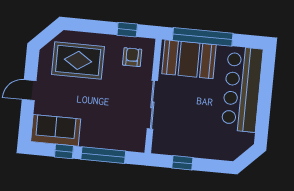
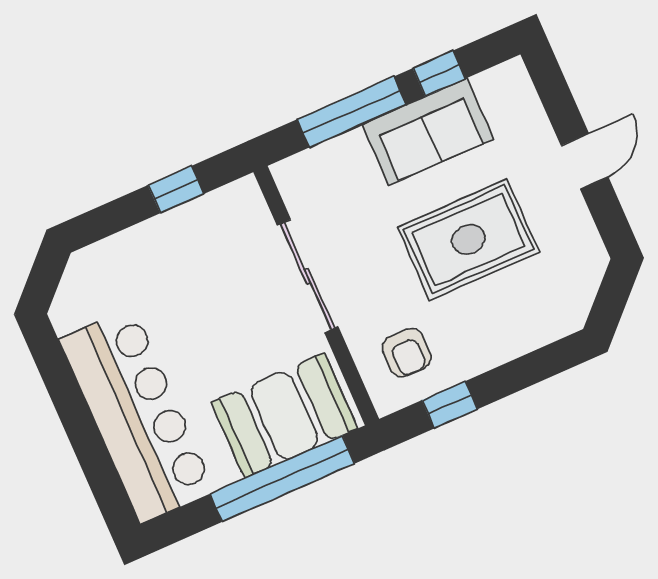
rug: (78, 60) -> (468, 240), moved
sofa: (56, 130) -> (428, 132), moved

